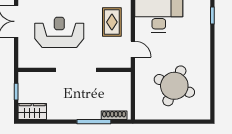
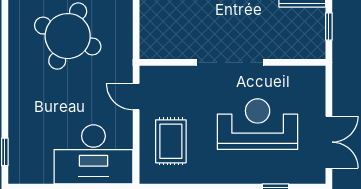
reception desk: (59, 32) -> (258, 124), turned 180

